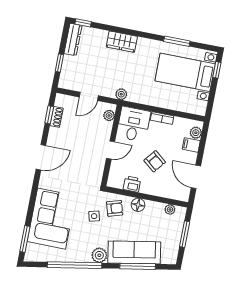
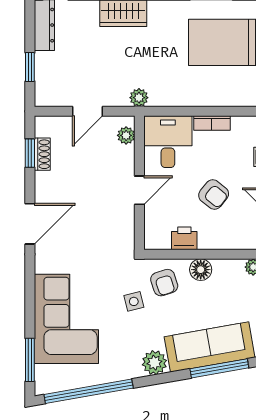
armchair: (115, 208) -> (164, 283), turned 89
window: (75, 265) -> (89, 391), moved

